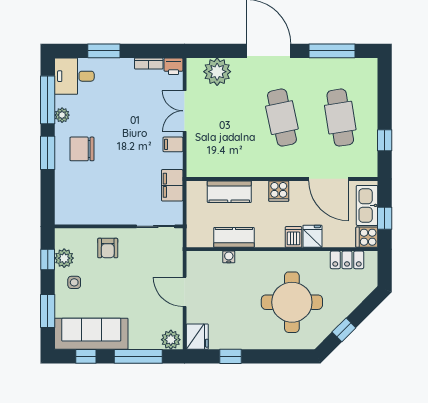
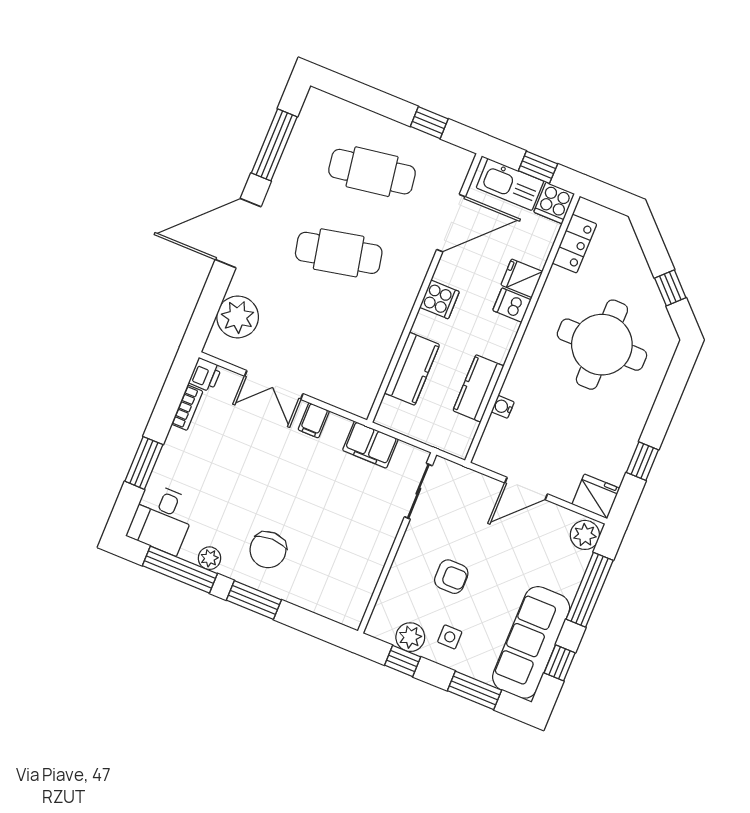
armchair: (108, 248) -> (451, 577), moved

